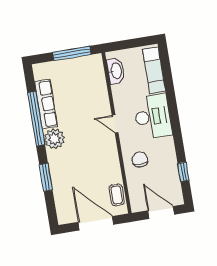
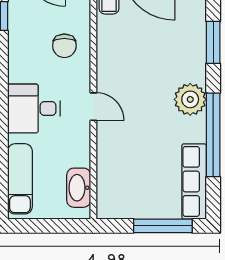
window: (72, 53) -> (163, 226), moved
row of seats: (46, 104) -> (194, 181), moved
desk: (153, 117) -> (34, 109), width x0.73

